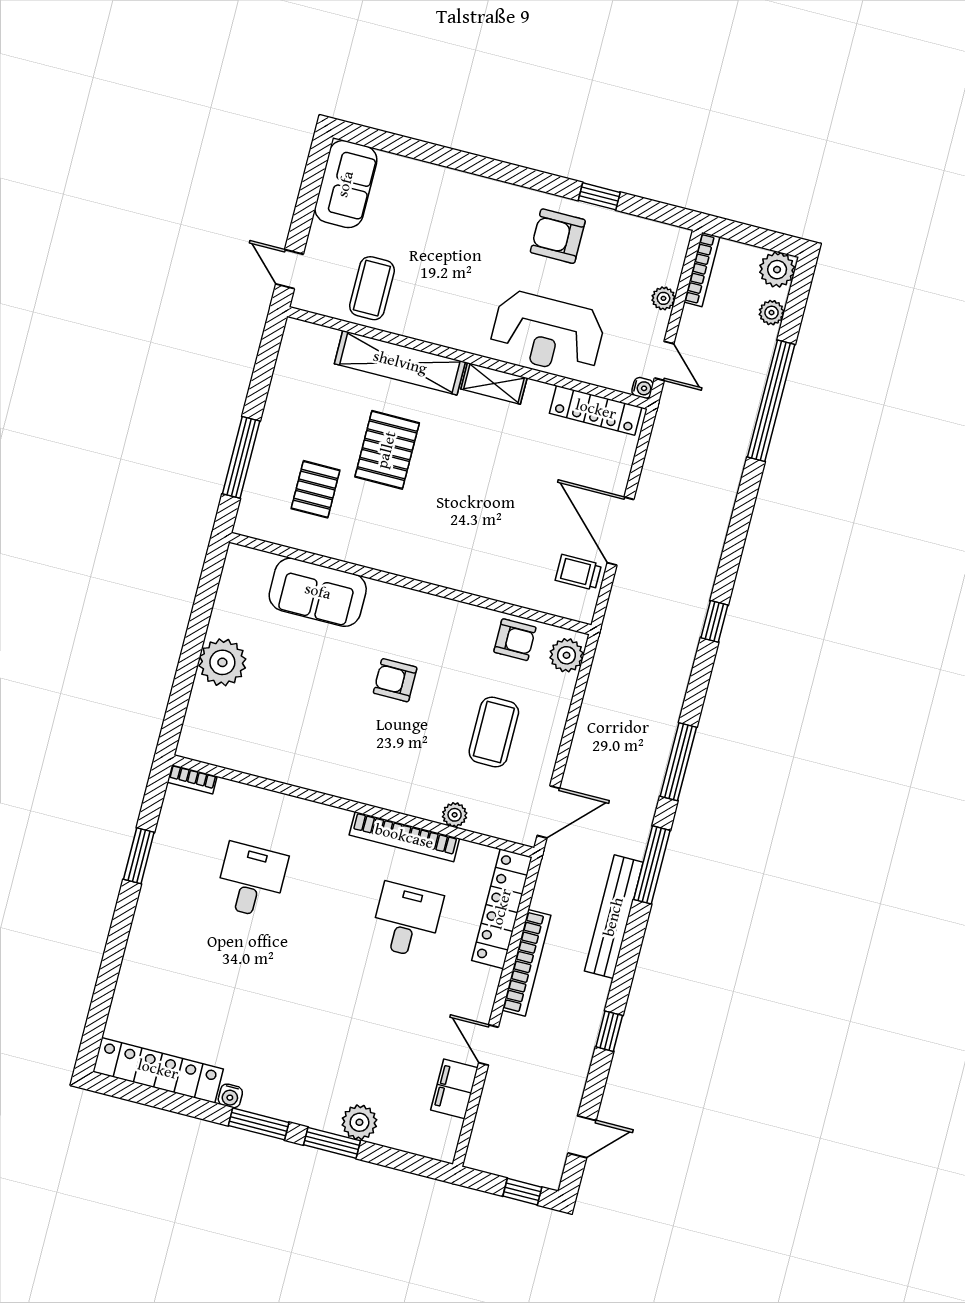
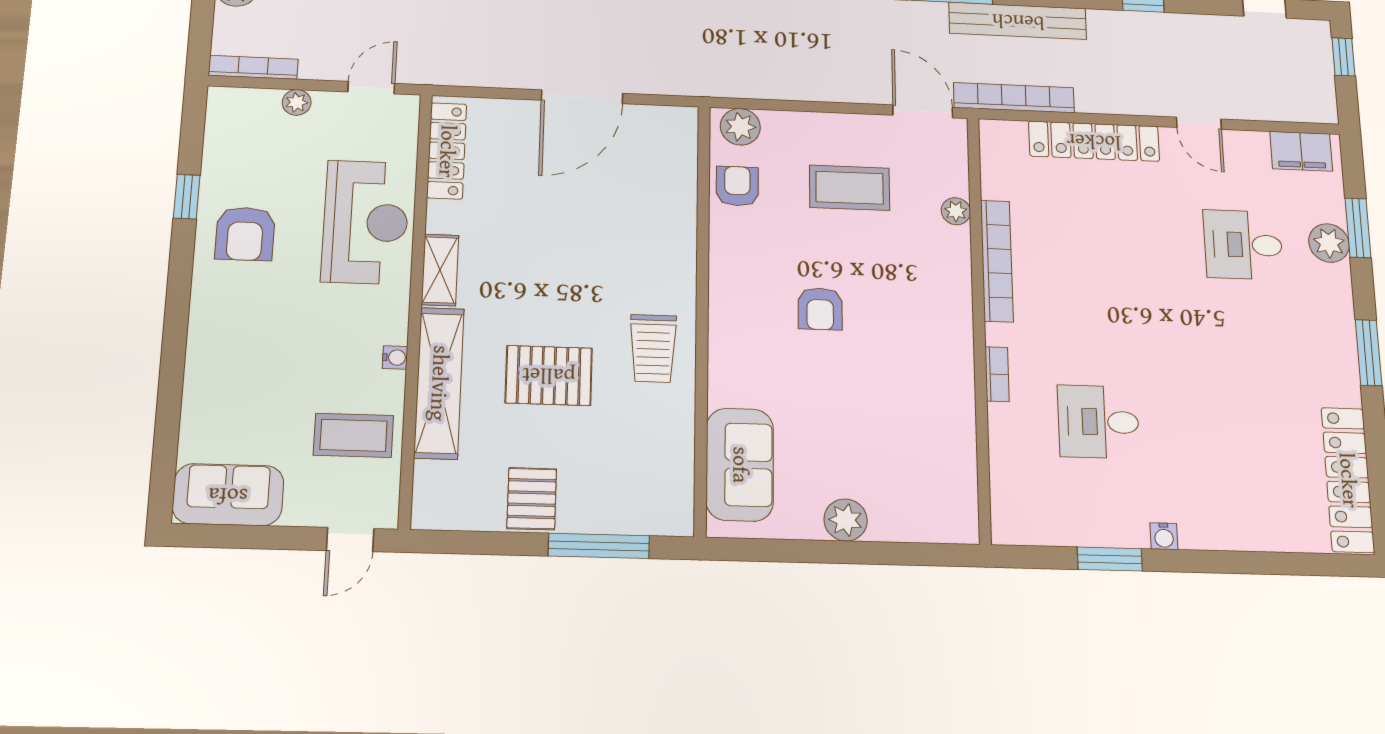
water cooler: (643, 388) -> (395, 357), moved, turned 90
pallet: (316, 489) -> (532, 499), moved, turned 90
trolley: (578, 572) -> (653, 348), moved, width x1.36, depth x1.39
sofa: (318, 592) -> (740, 465), moved
plant: (222, 662) -> (846, 520), width x0.73, depth x0.73
bookcase: (192, 779) -> (997, 374), moved
locker: (502, 909) -> (1094, 141), moved
desk: (407, 920) -> (1243, 245), moved
bookcase: (527, 963) -> (1014, 98), moved
door: (489, 1045) -> (1199, 123), hinge flipped
filing cabinet: (454, 1089) -> (1301, 151), moved
water cooler: (230, 1096) -> (1164, 536), moved, turned 90
window: (332, 1143) -> (1358, 228), moved

